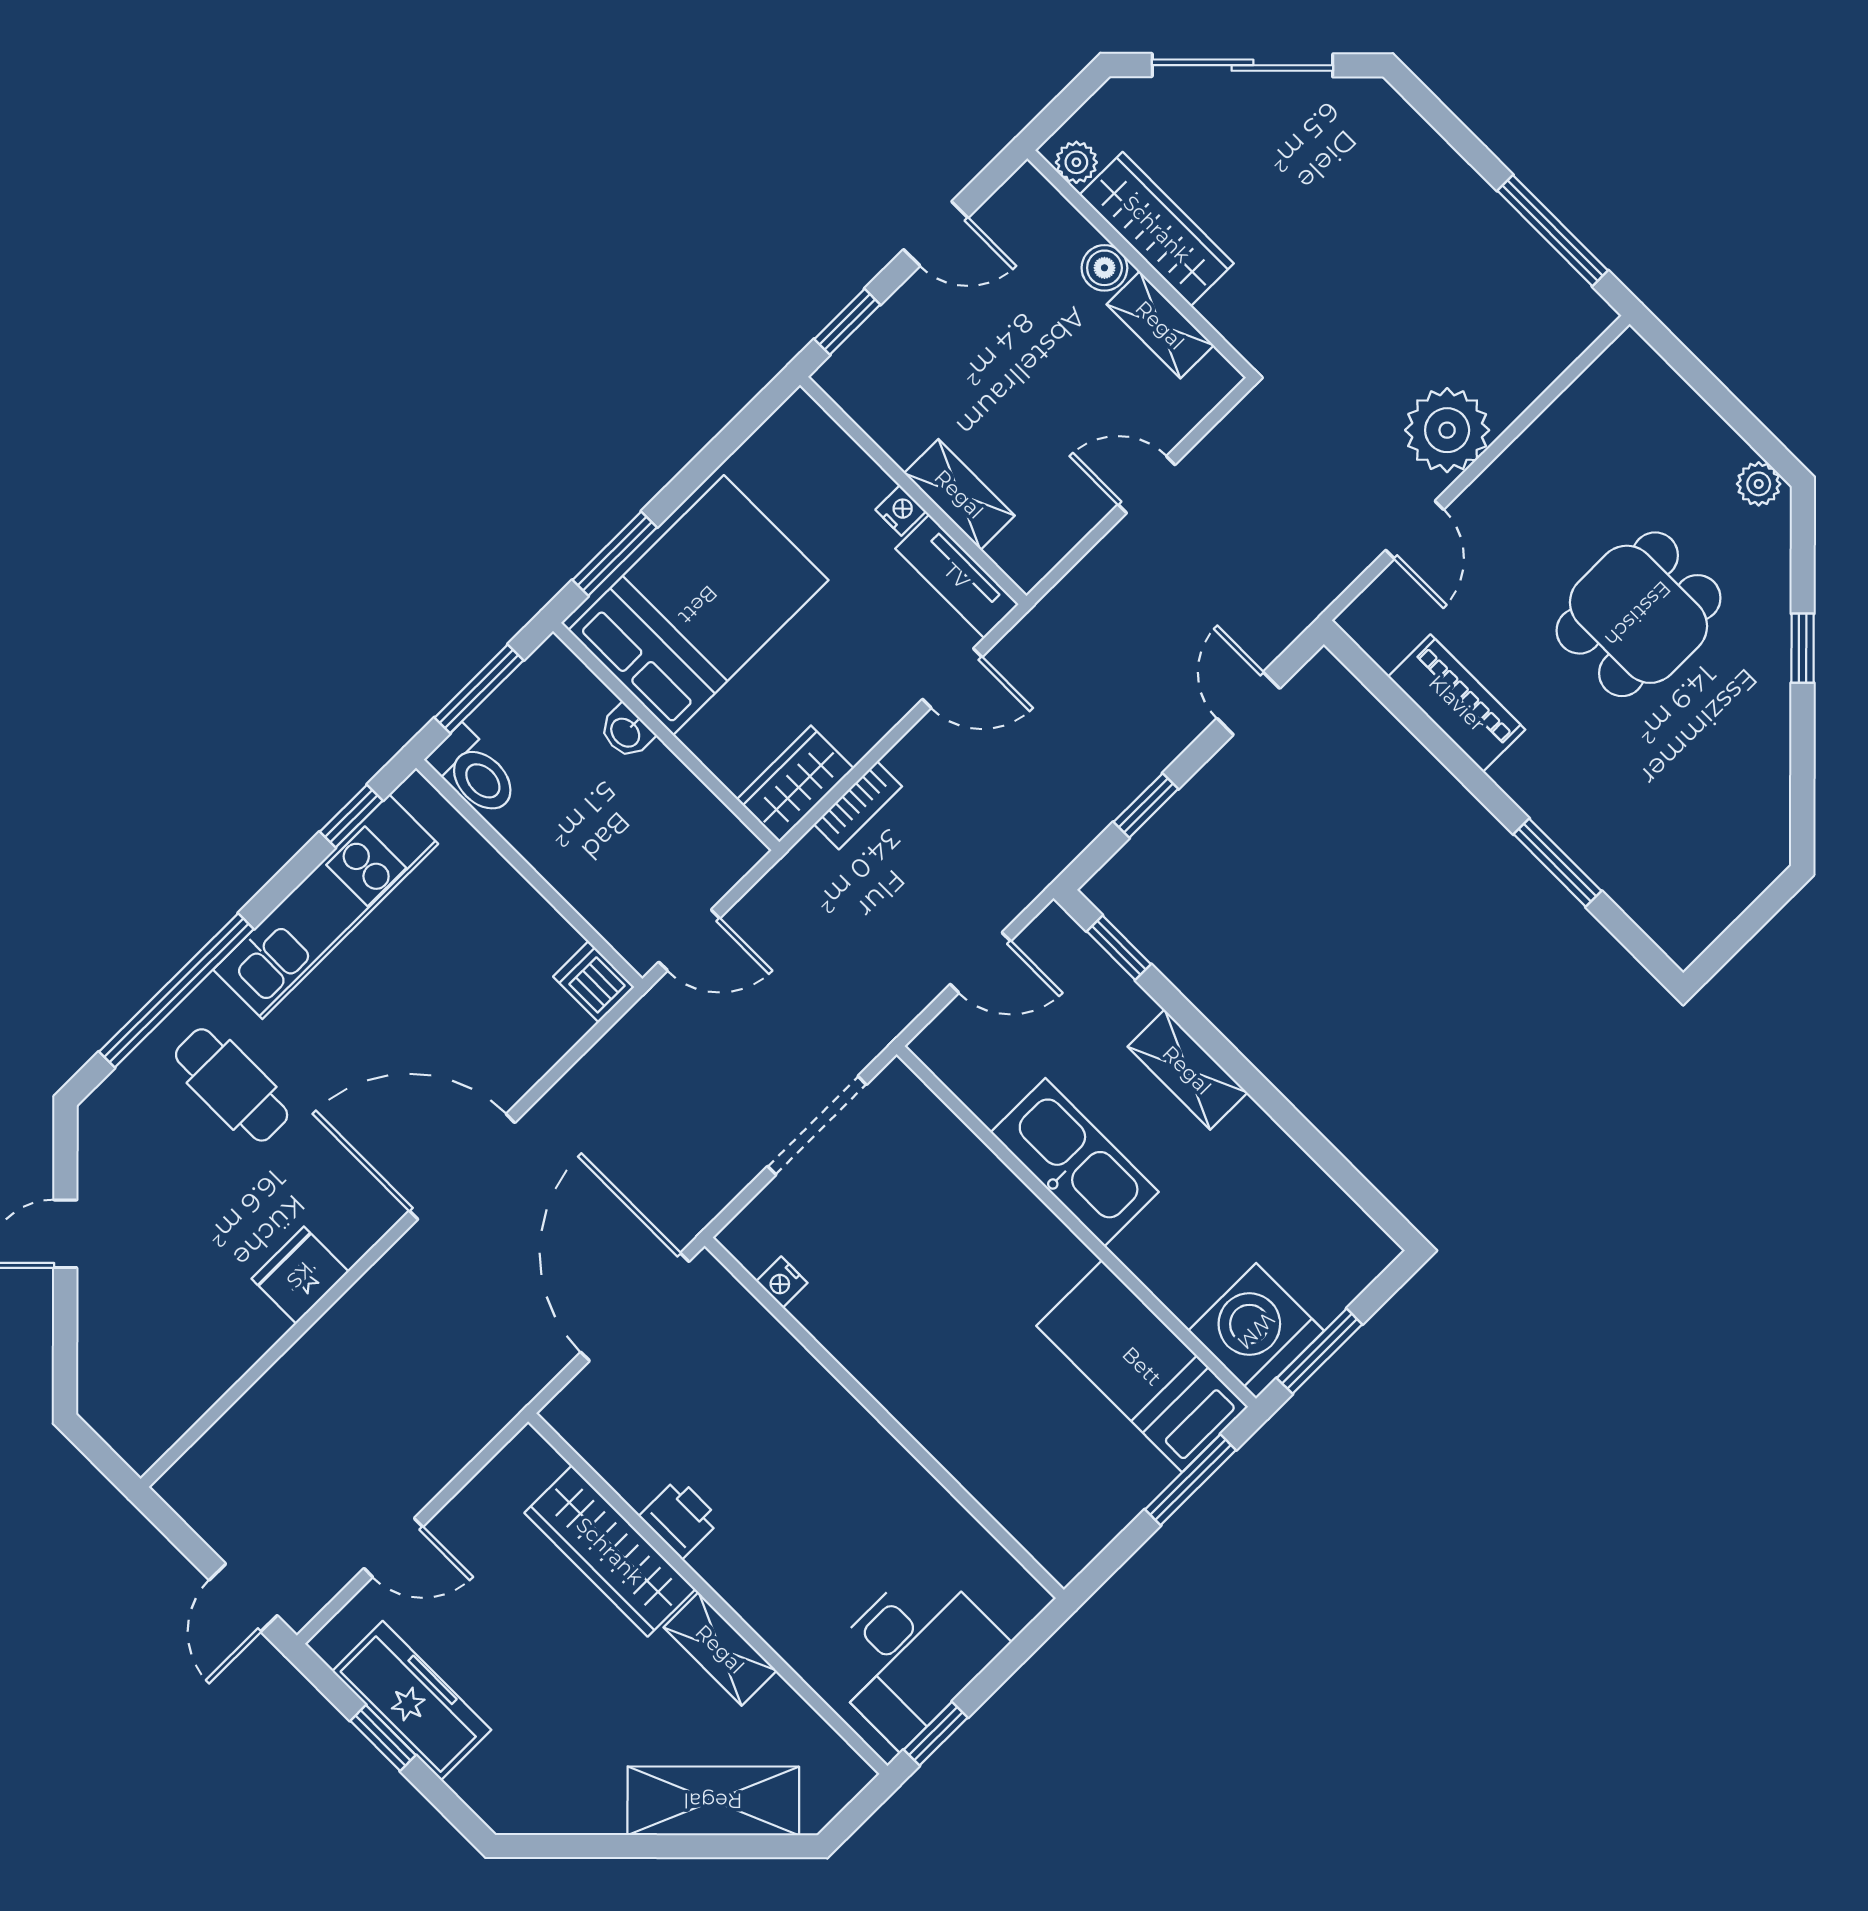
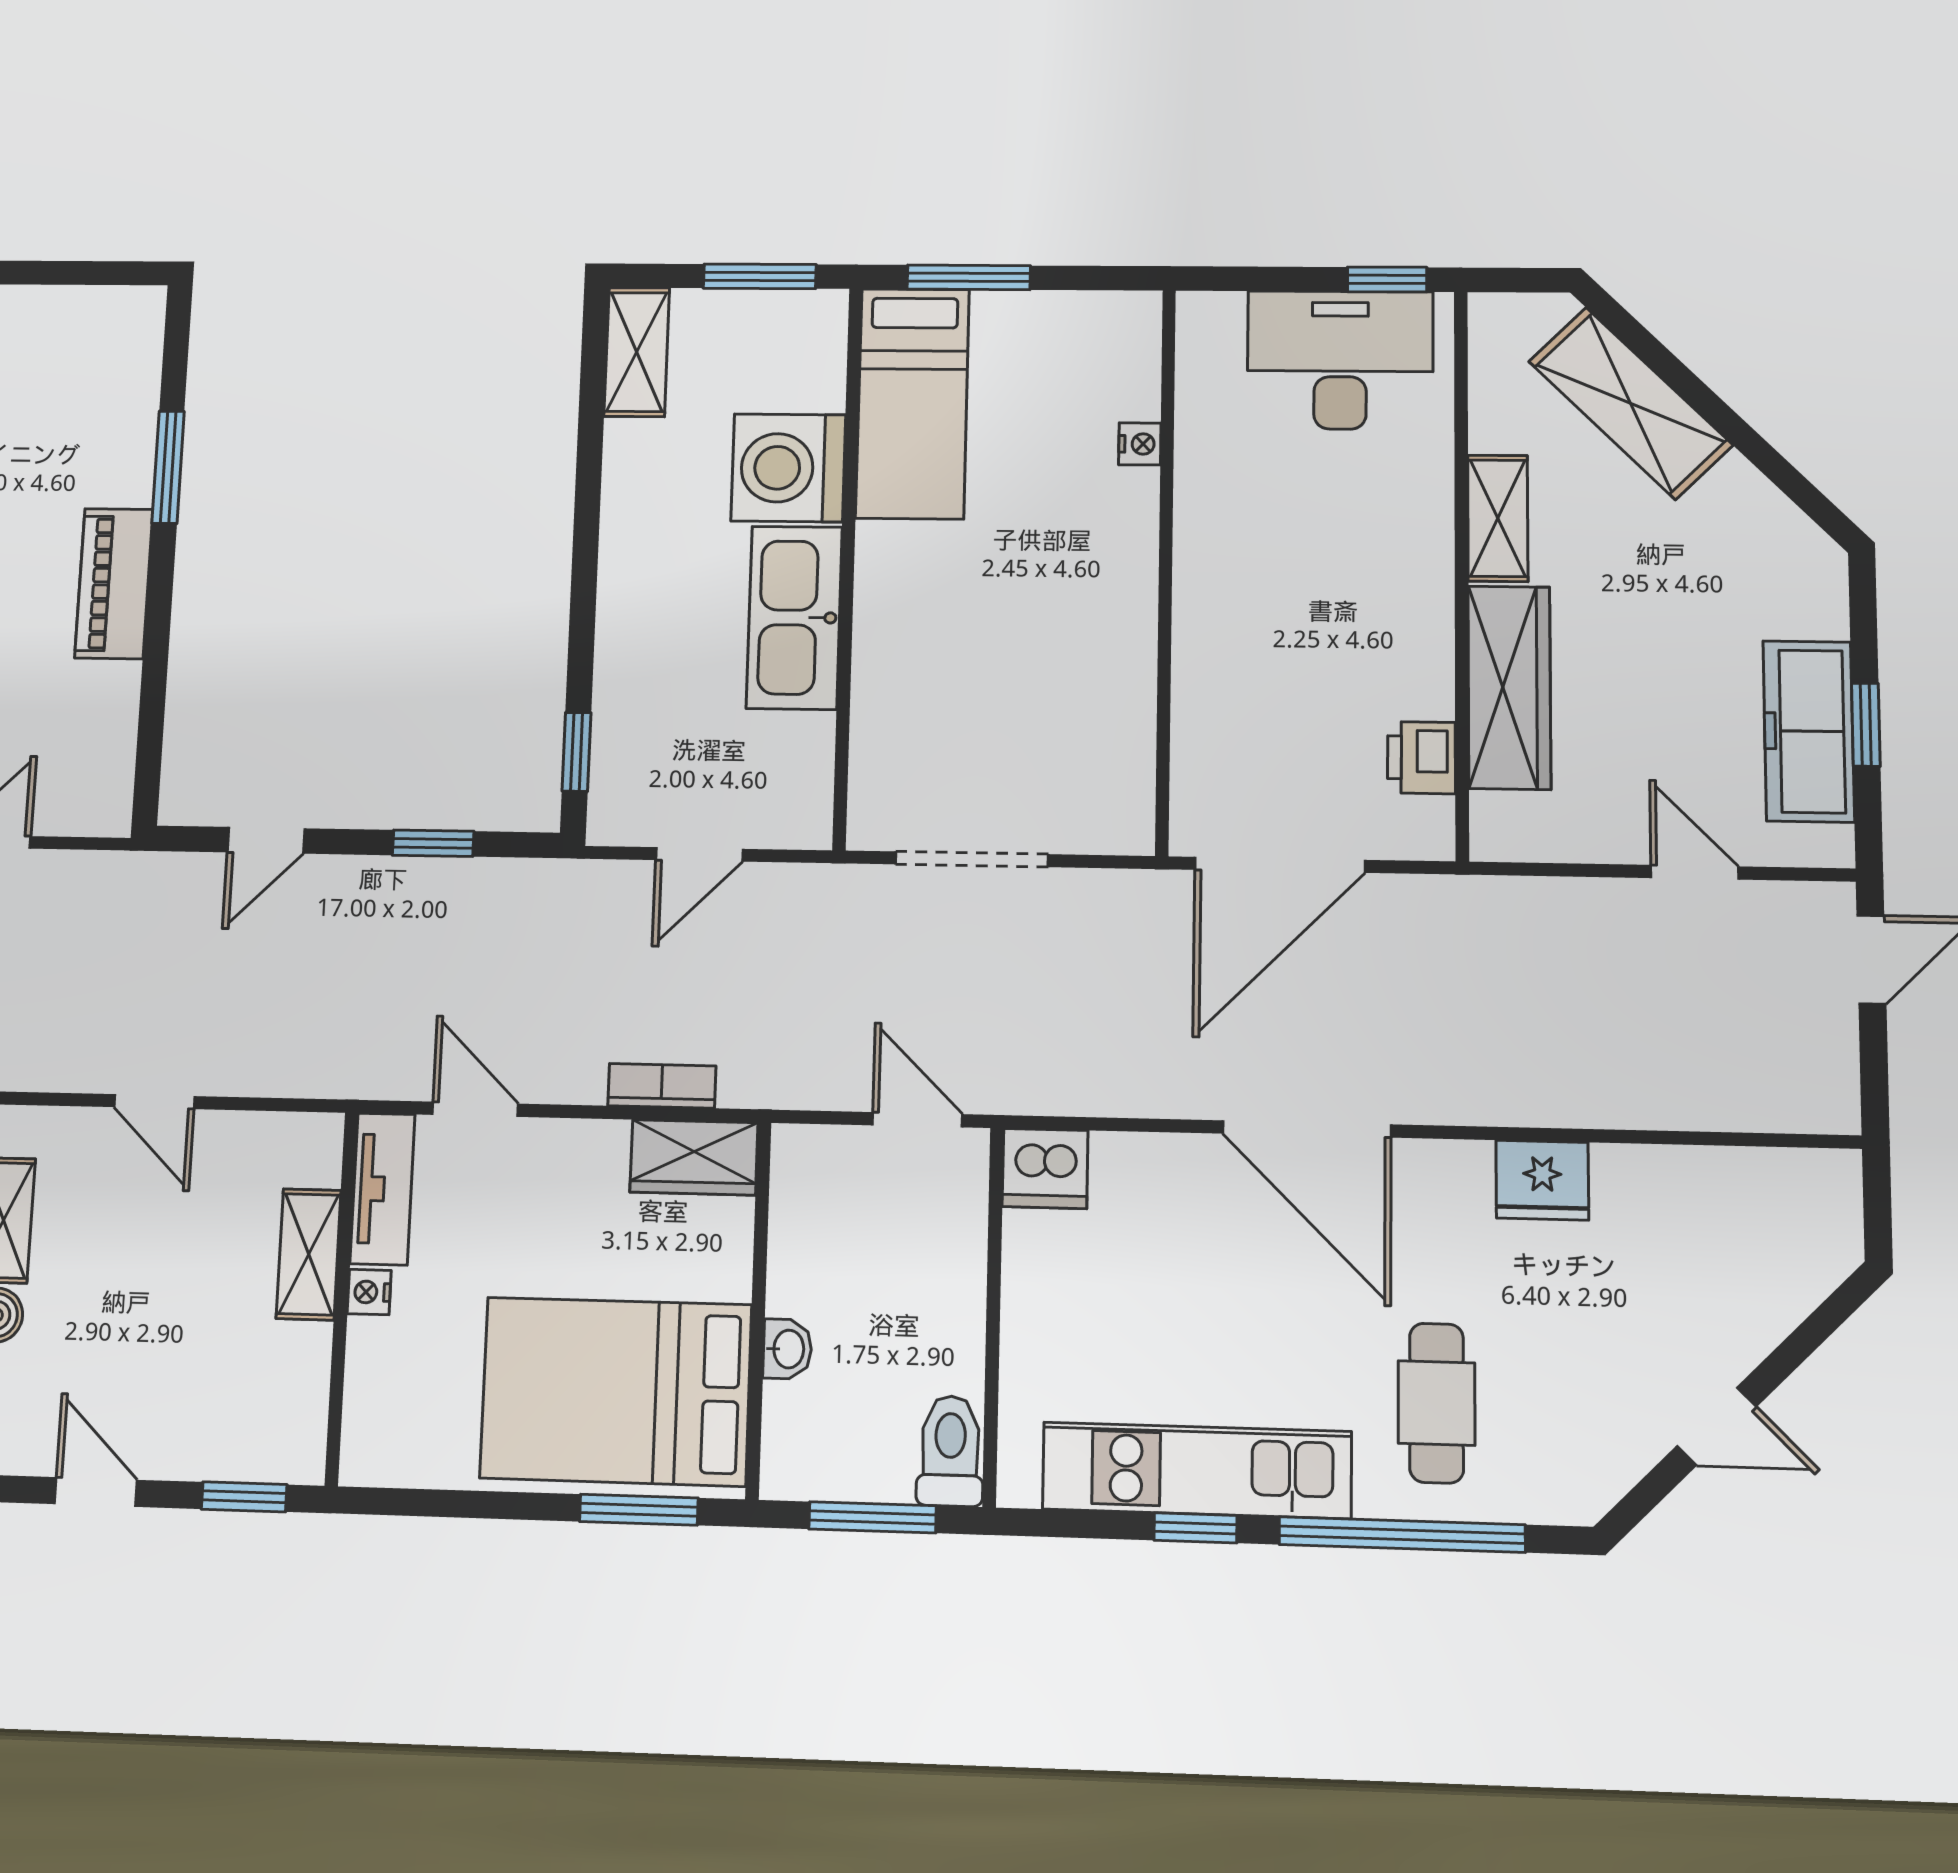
piano: (1457, 703) -> (114, 584), moved
window: (351, 816) -> (1195, 1528), moved
door: (980, 963) -> (699, 854), swing flipped
dishwasher: (594, 982) -> (1045, 1169), width x1.38
shelving: (1187, 1070) -> (637, 352), moved
nightstand: (782, 1282) -> (1140, 444), moved
washing machine: (1256, 1331) -> (788, 468), moved, turned 90
printer: (680, 1518) -> (1422, 758), moved

